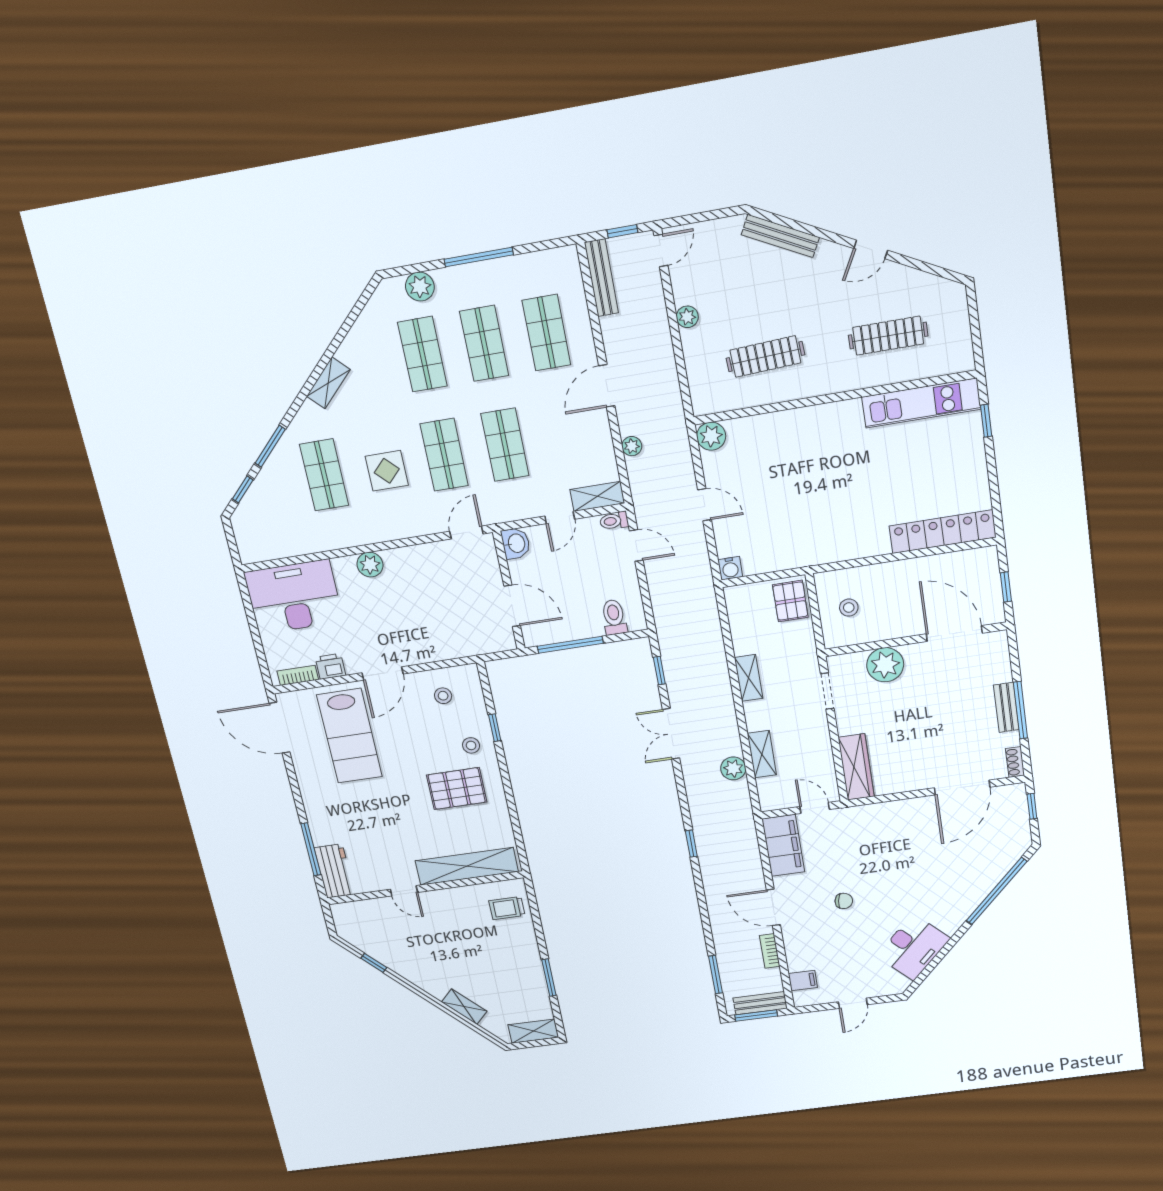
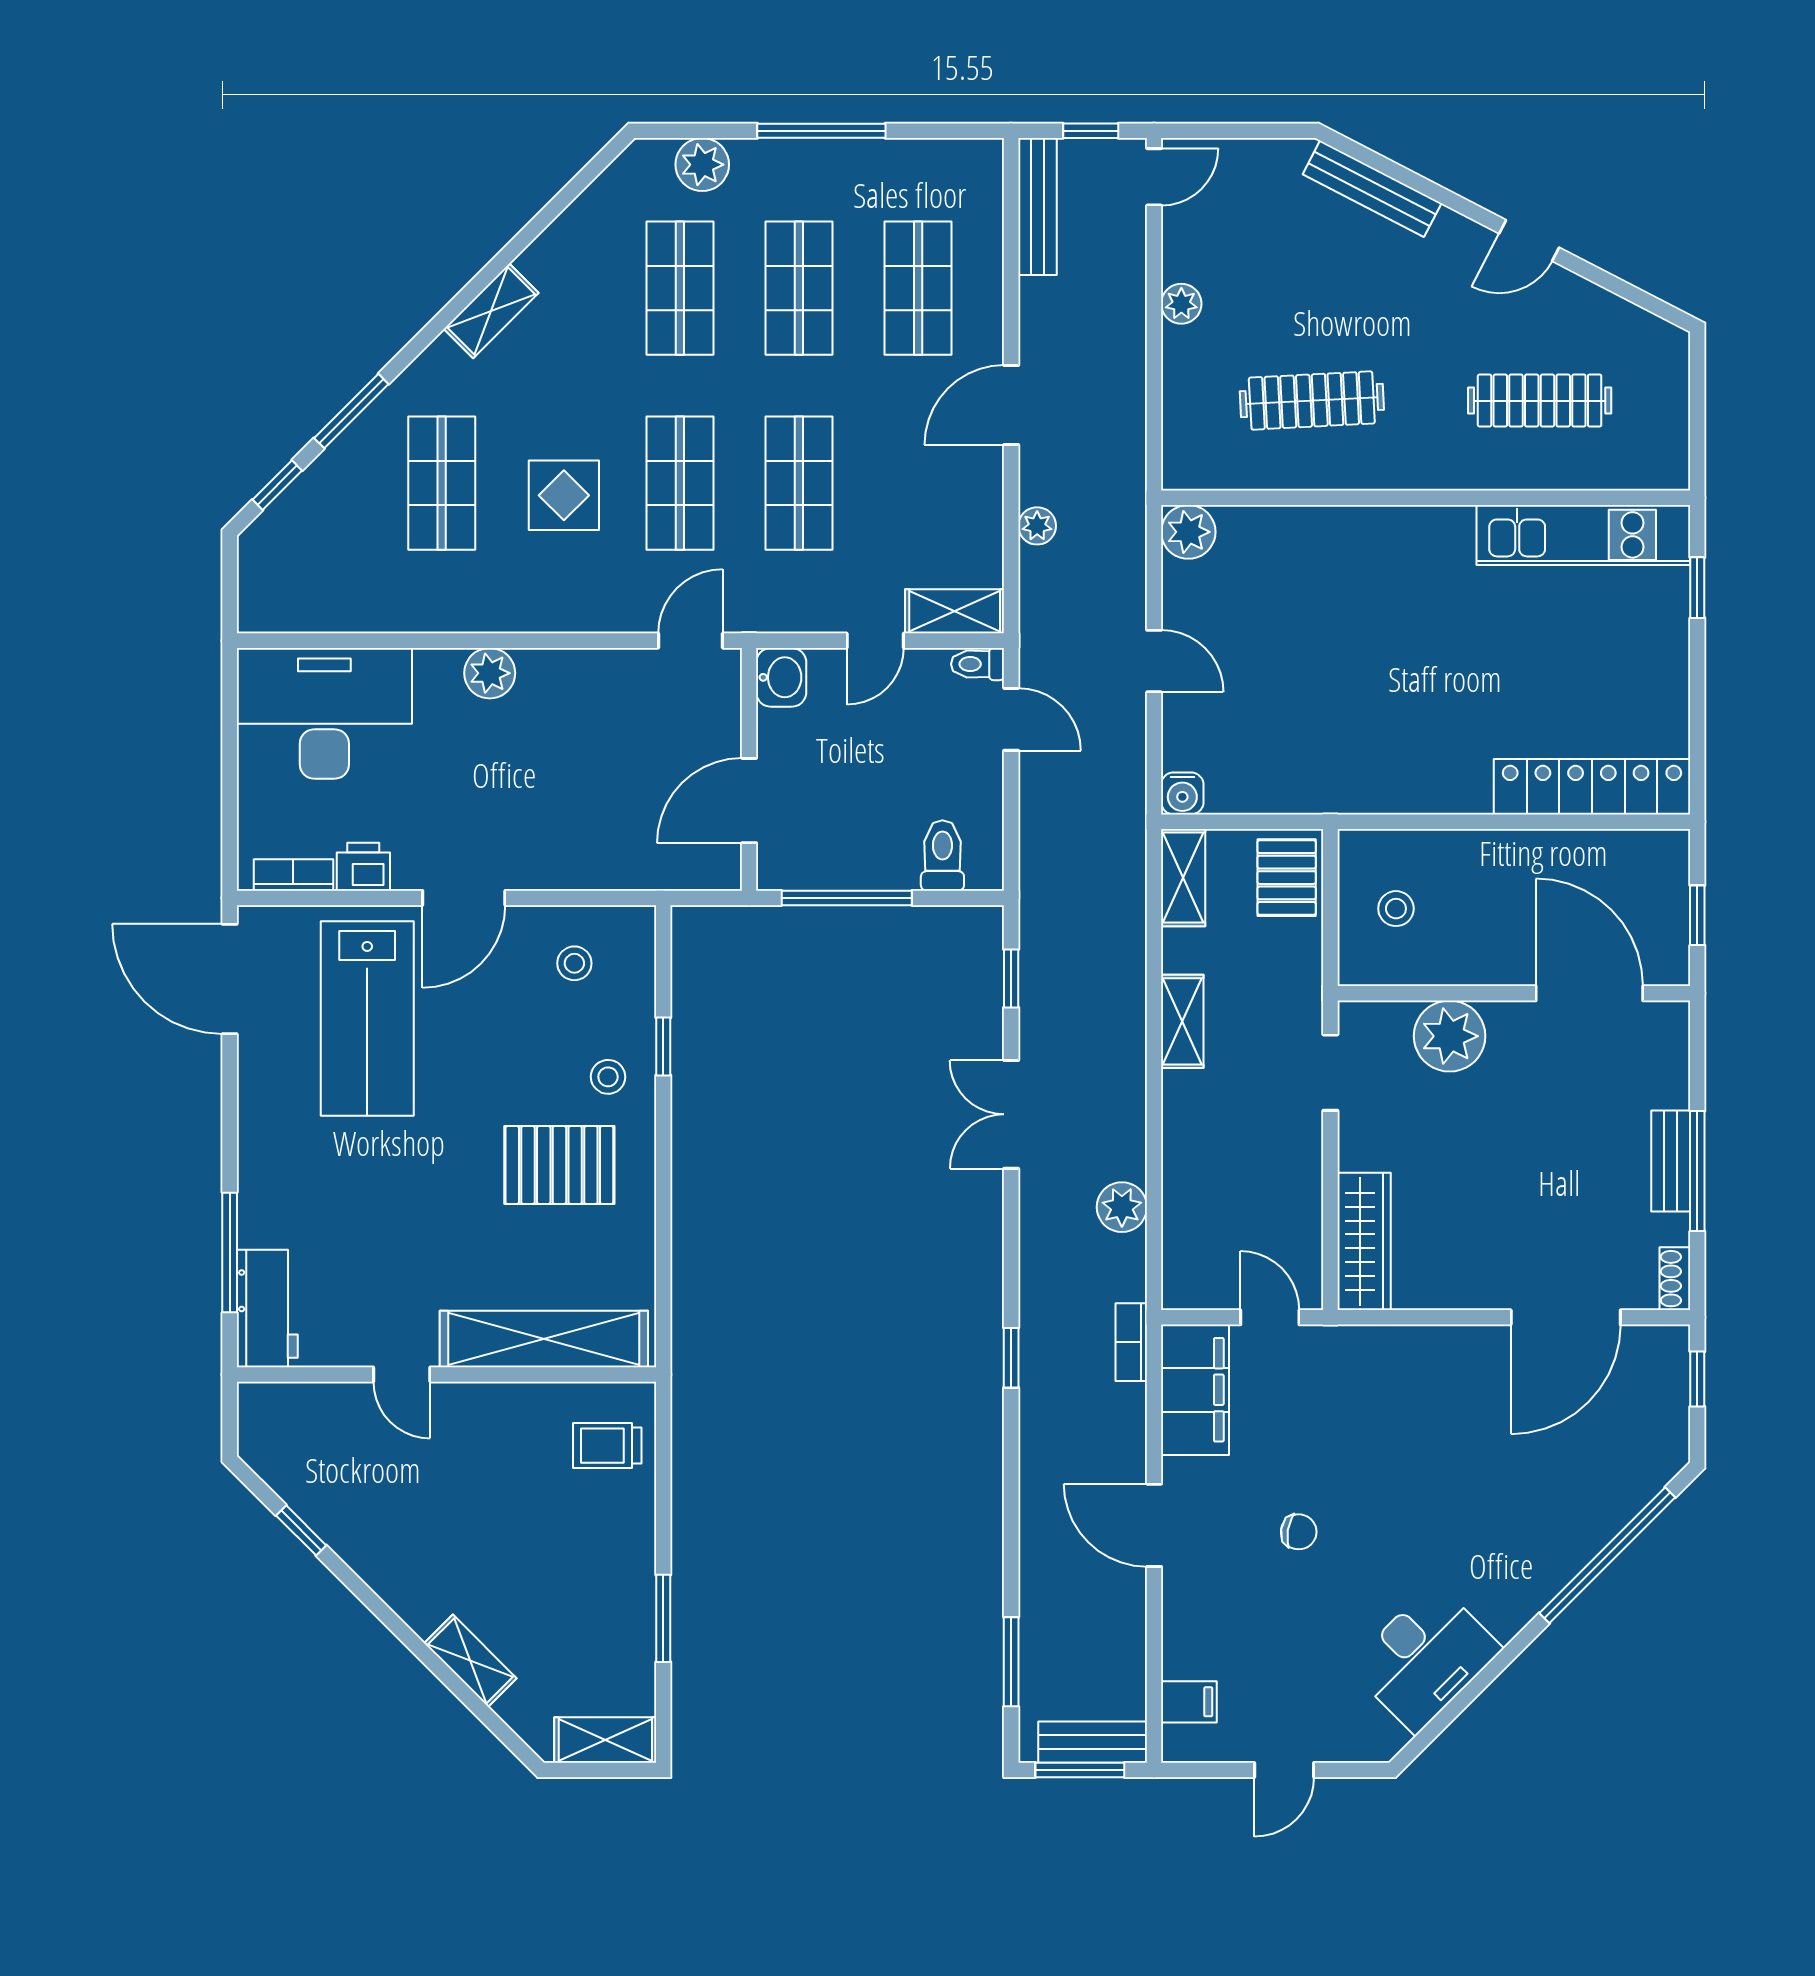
door: (512, 606) -> (749, 801), swing flipped
shelving: (762, 754) -> (1183, 878), moved
bookcase: (770, 951) -> (1131, 1342), moved

